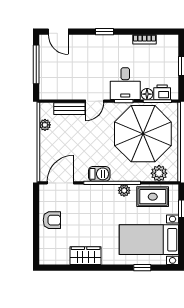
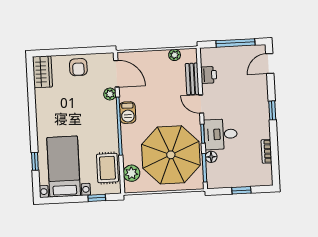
printer: (162, 92) -> (209, 75), moved
plant: (124, 190) -> (110, 94), moved
wardrobe: (86, 256) -> (42, 72), moved

